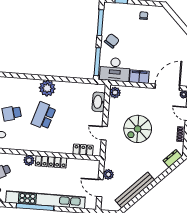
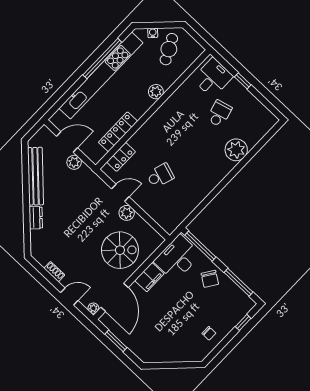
plant: (47, 88) -> (236, 150), moved
plant: (115, 93) -> (127, 213), moved
washbasin: (99, 102) -> (158, 213), removed
school desk: (44, 116) -> (160, 176), moved, width x0.54
spiral stairs: (138, 129) -> (120, 250), moved, turned 90
dresser: (172, 158) -> (36, 218), moved
locker: (51, 162) -> (118, 132), moved

